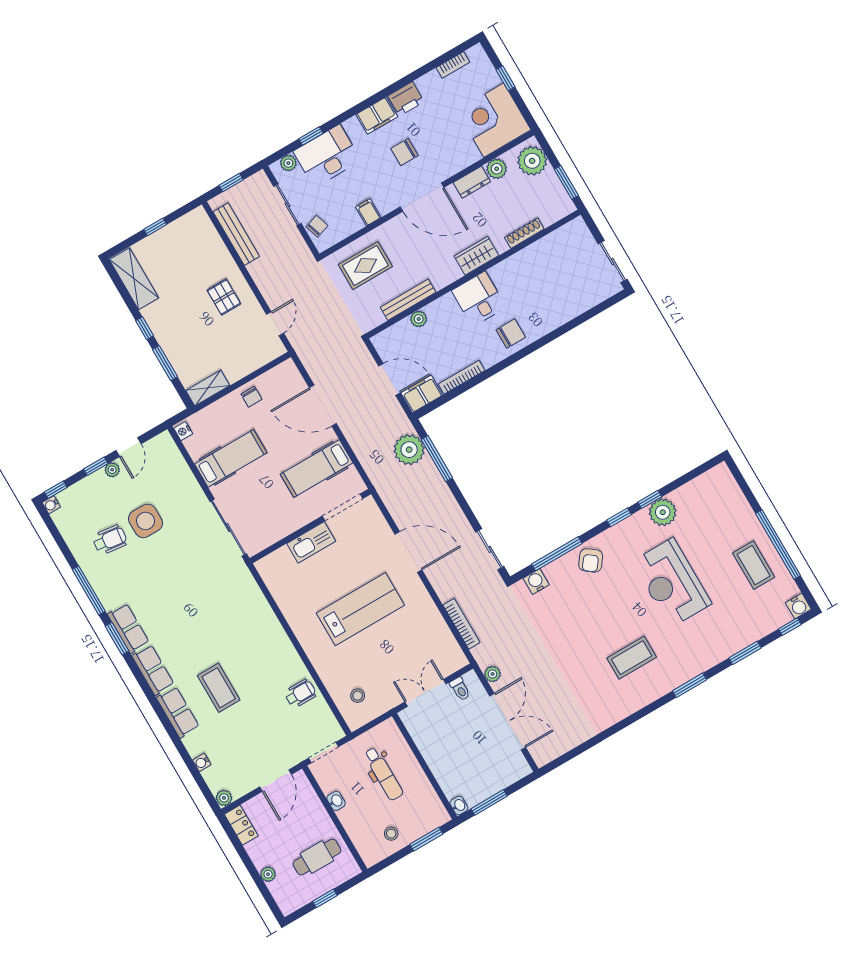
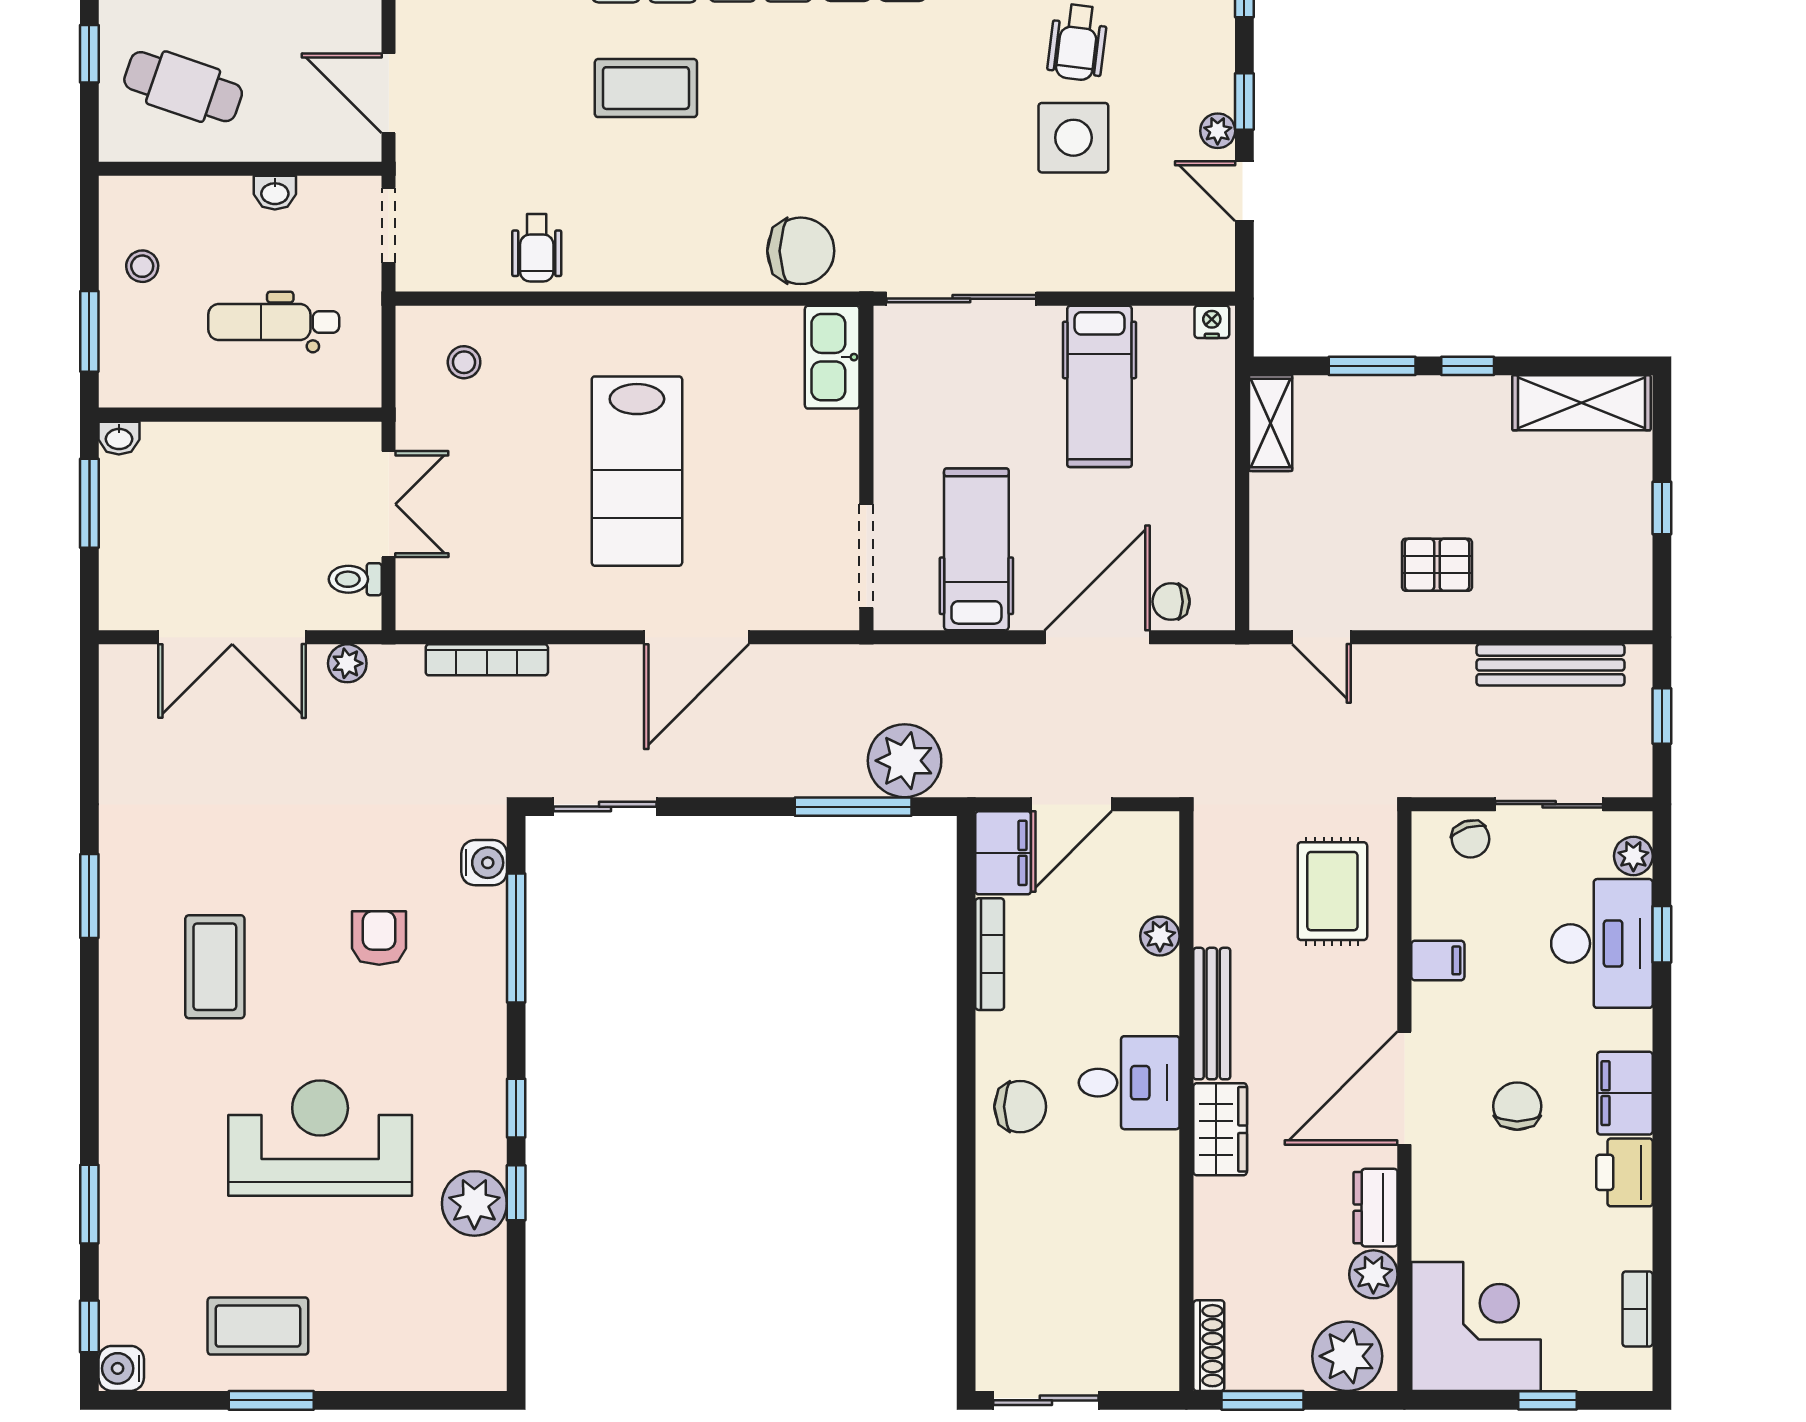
shoe rack: (524, 233) -> (1209, 1346), moved
bench: (408, 300) -> (1212, 1014), moved
chair: (511, 334) -> (1020, 1107), turned -90
chair: (252, 397) -> (1171, 602), moved
kitchen sink: (311, 542) -> (832, 357), moved
window: (778, 544) -> (271, 1400), width x0.47
armchair: (591, 560) -> (379, 938), moved, turned 53
chair: (245, 596) -> (801, 251), added
window: (690, 685) -> (89, 896), moved
cafe table: (317, 857) -> (183, 87), turned -71

